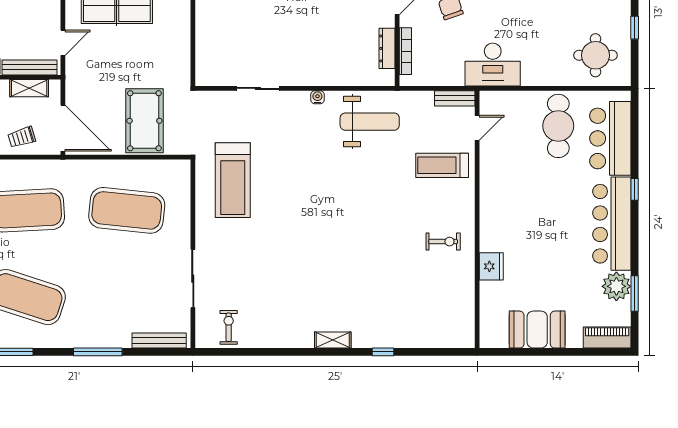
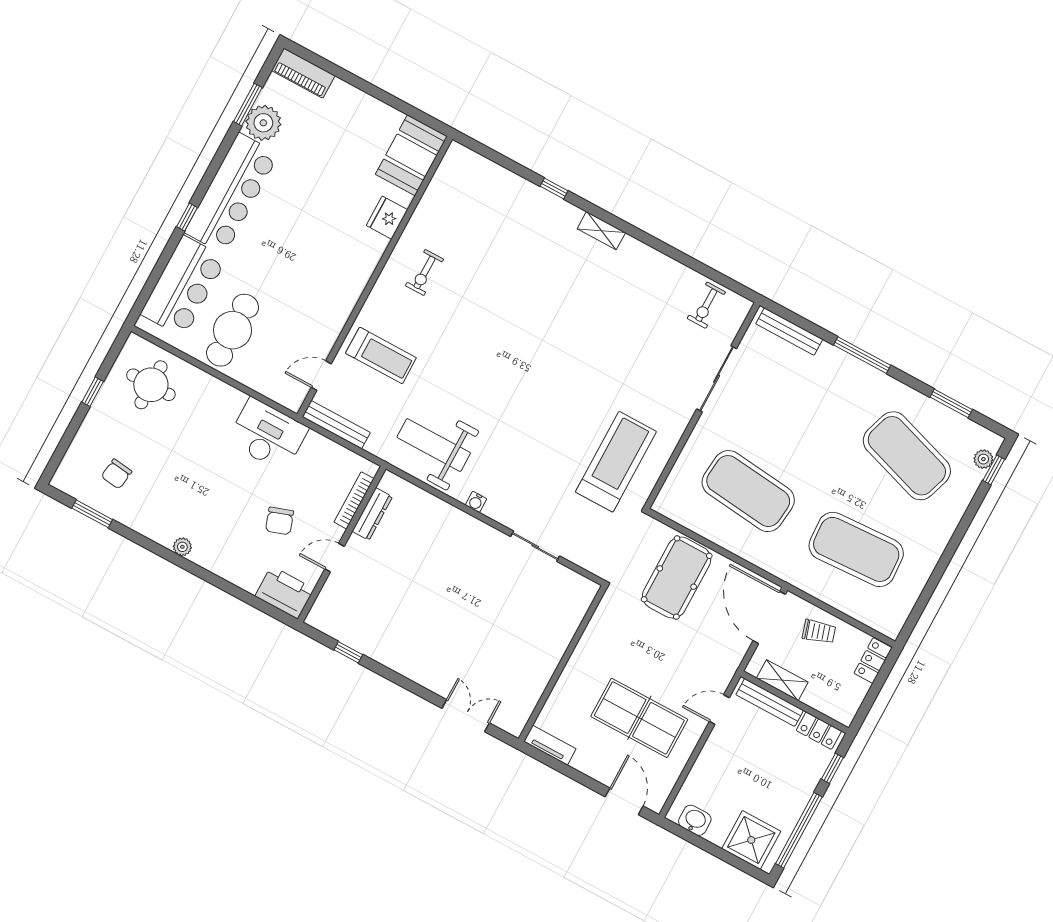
bench: (455, 98) -> (336, 425), width x1.36
exercise bike: (443, 242) -> (424, 272), turned -90
booth: (537, 330) -> (411, 155), moved, turned 90

